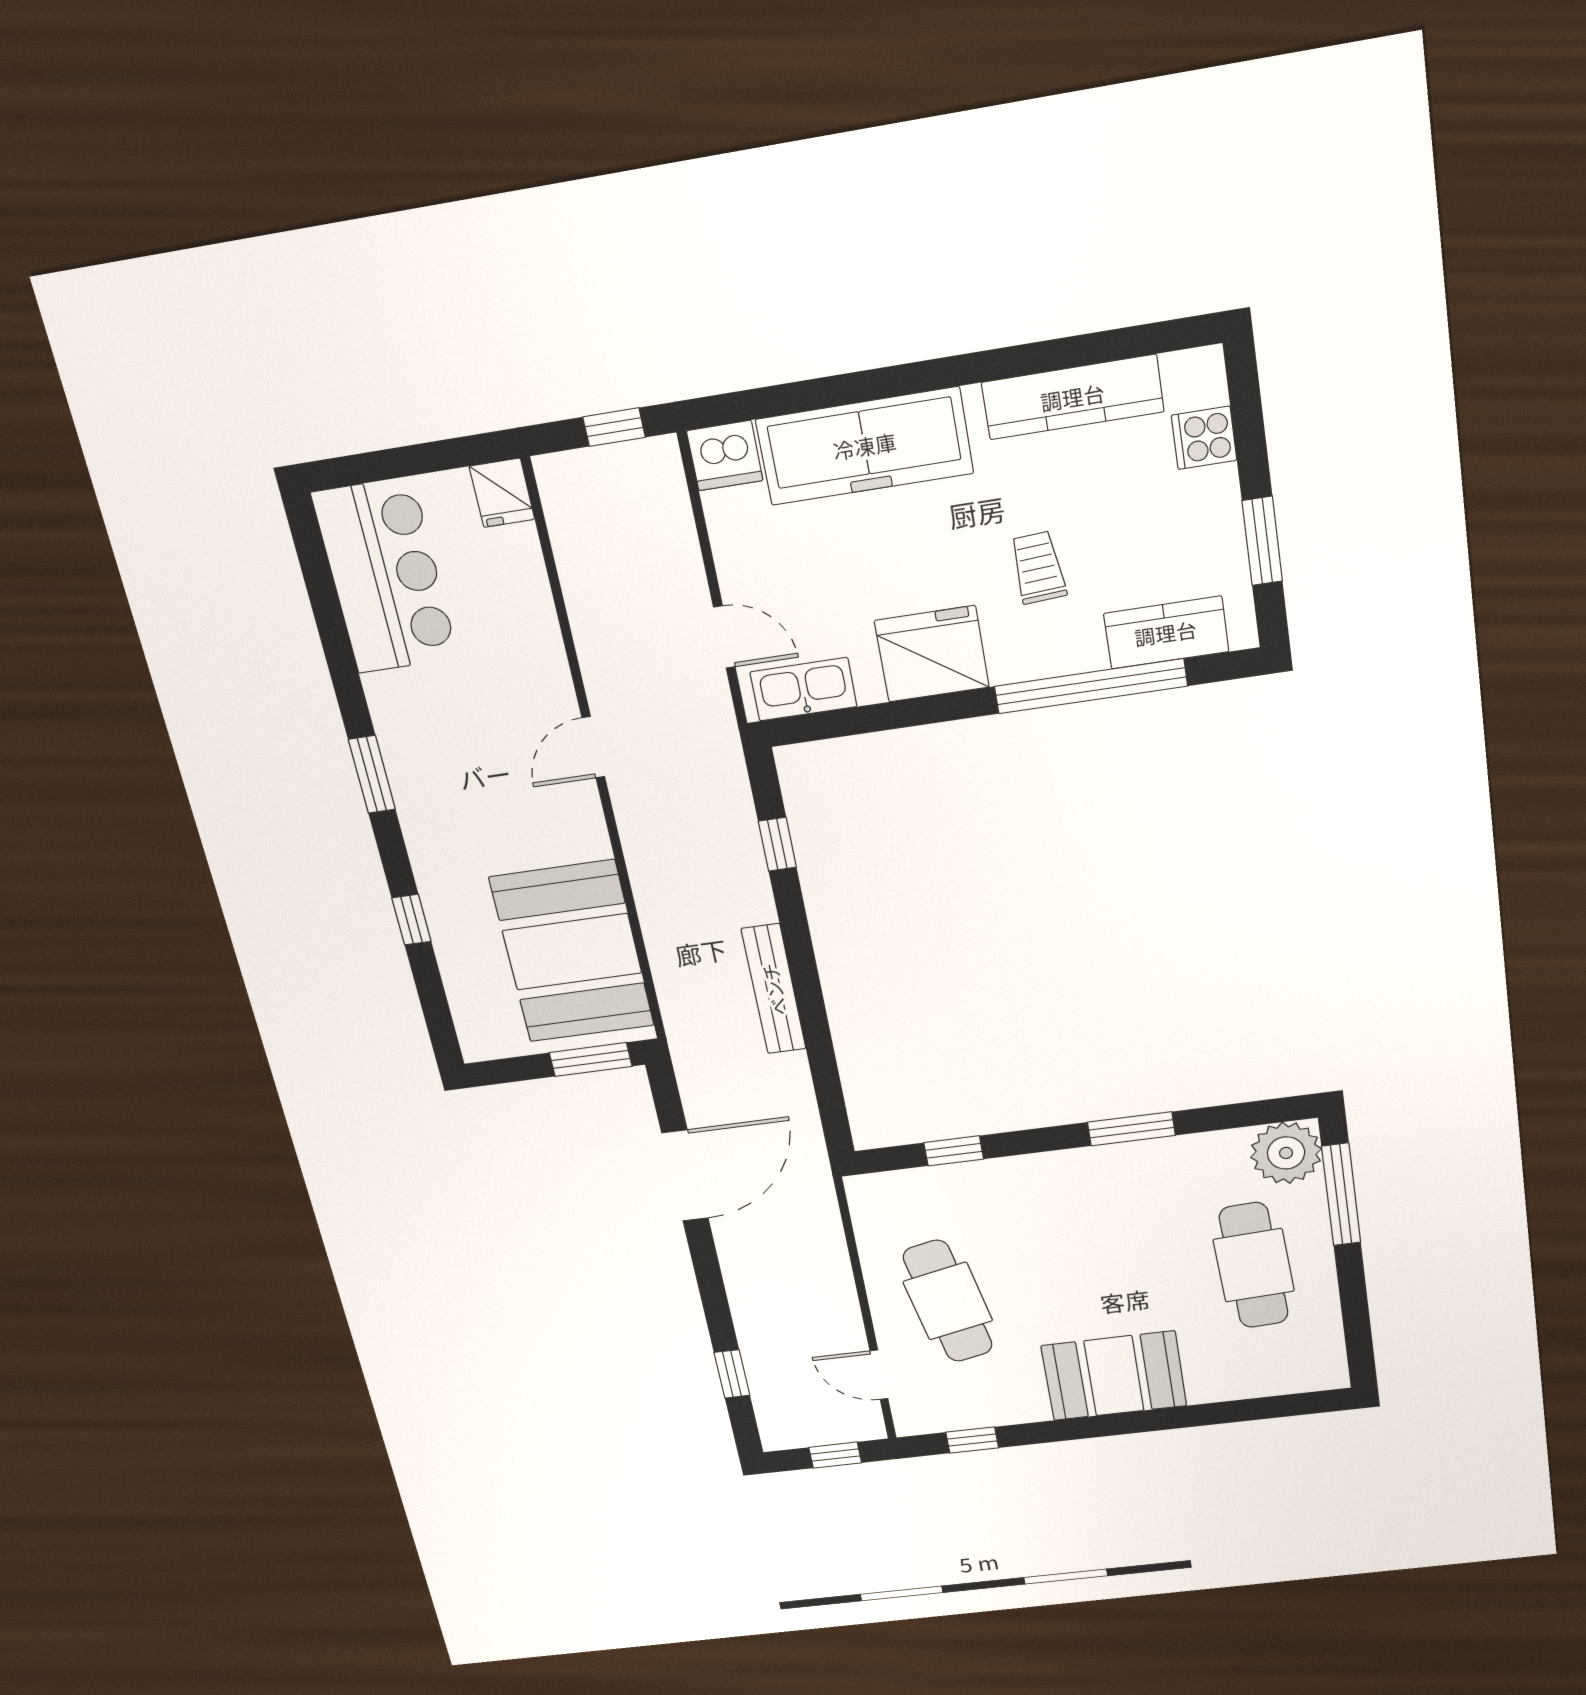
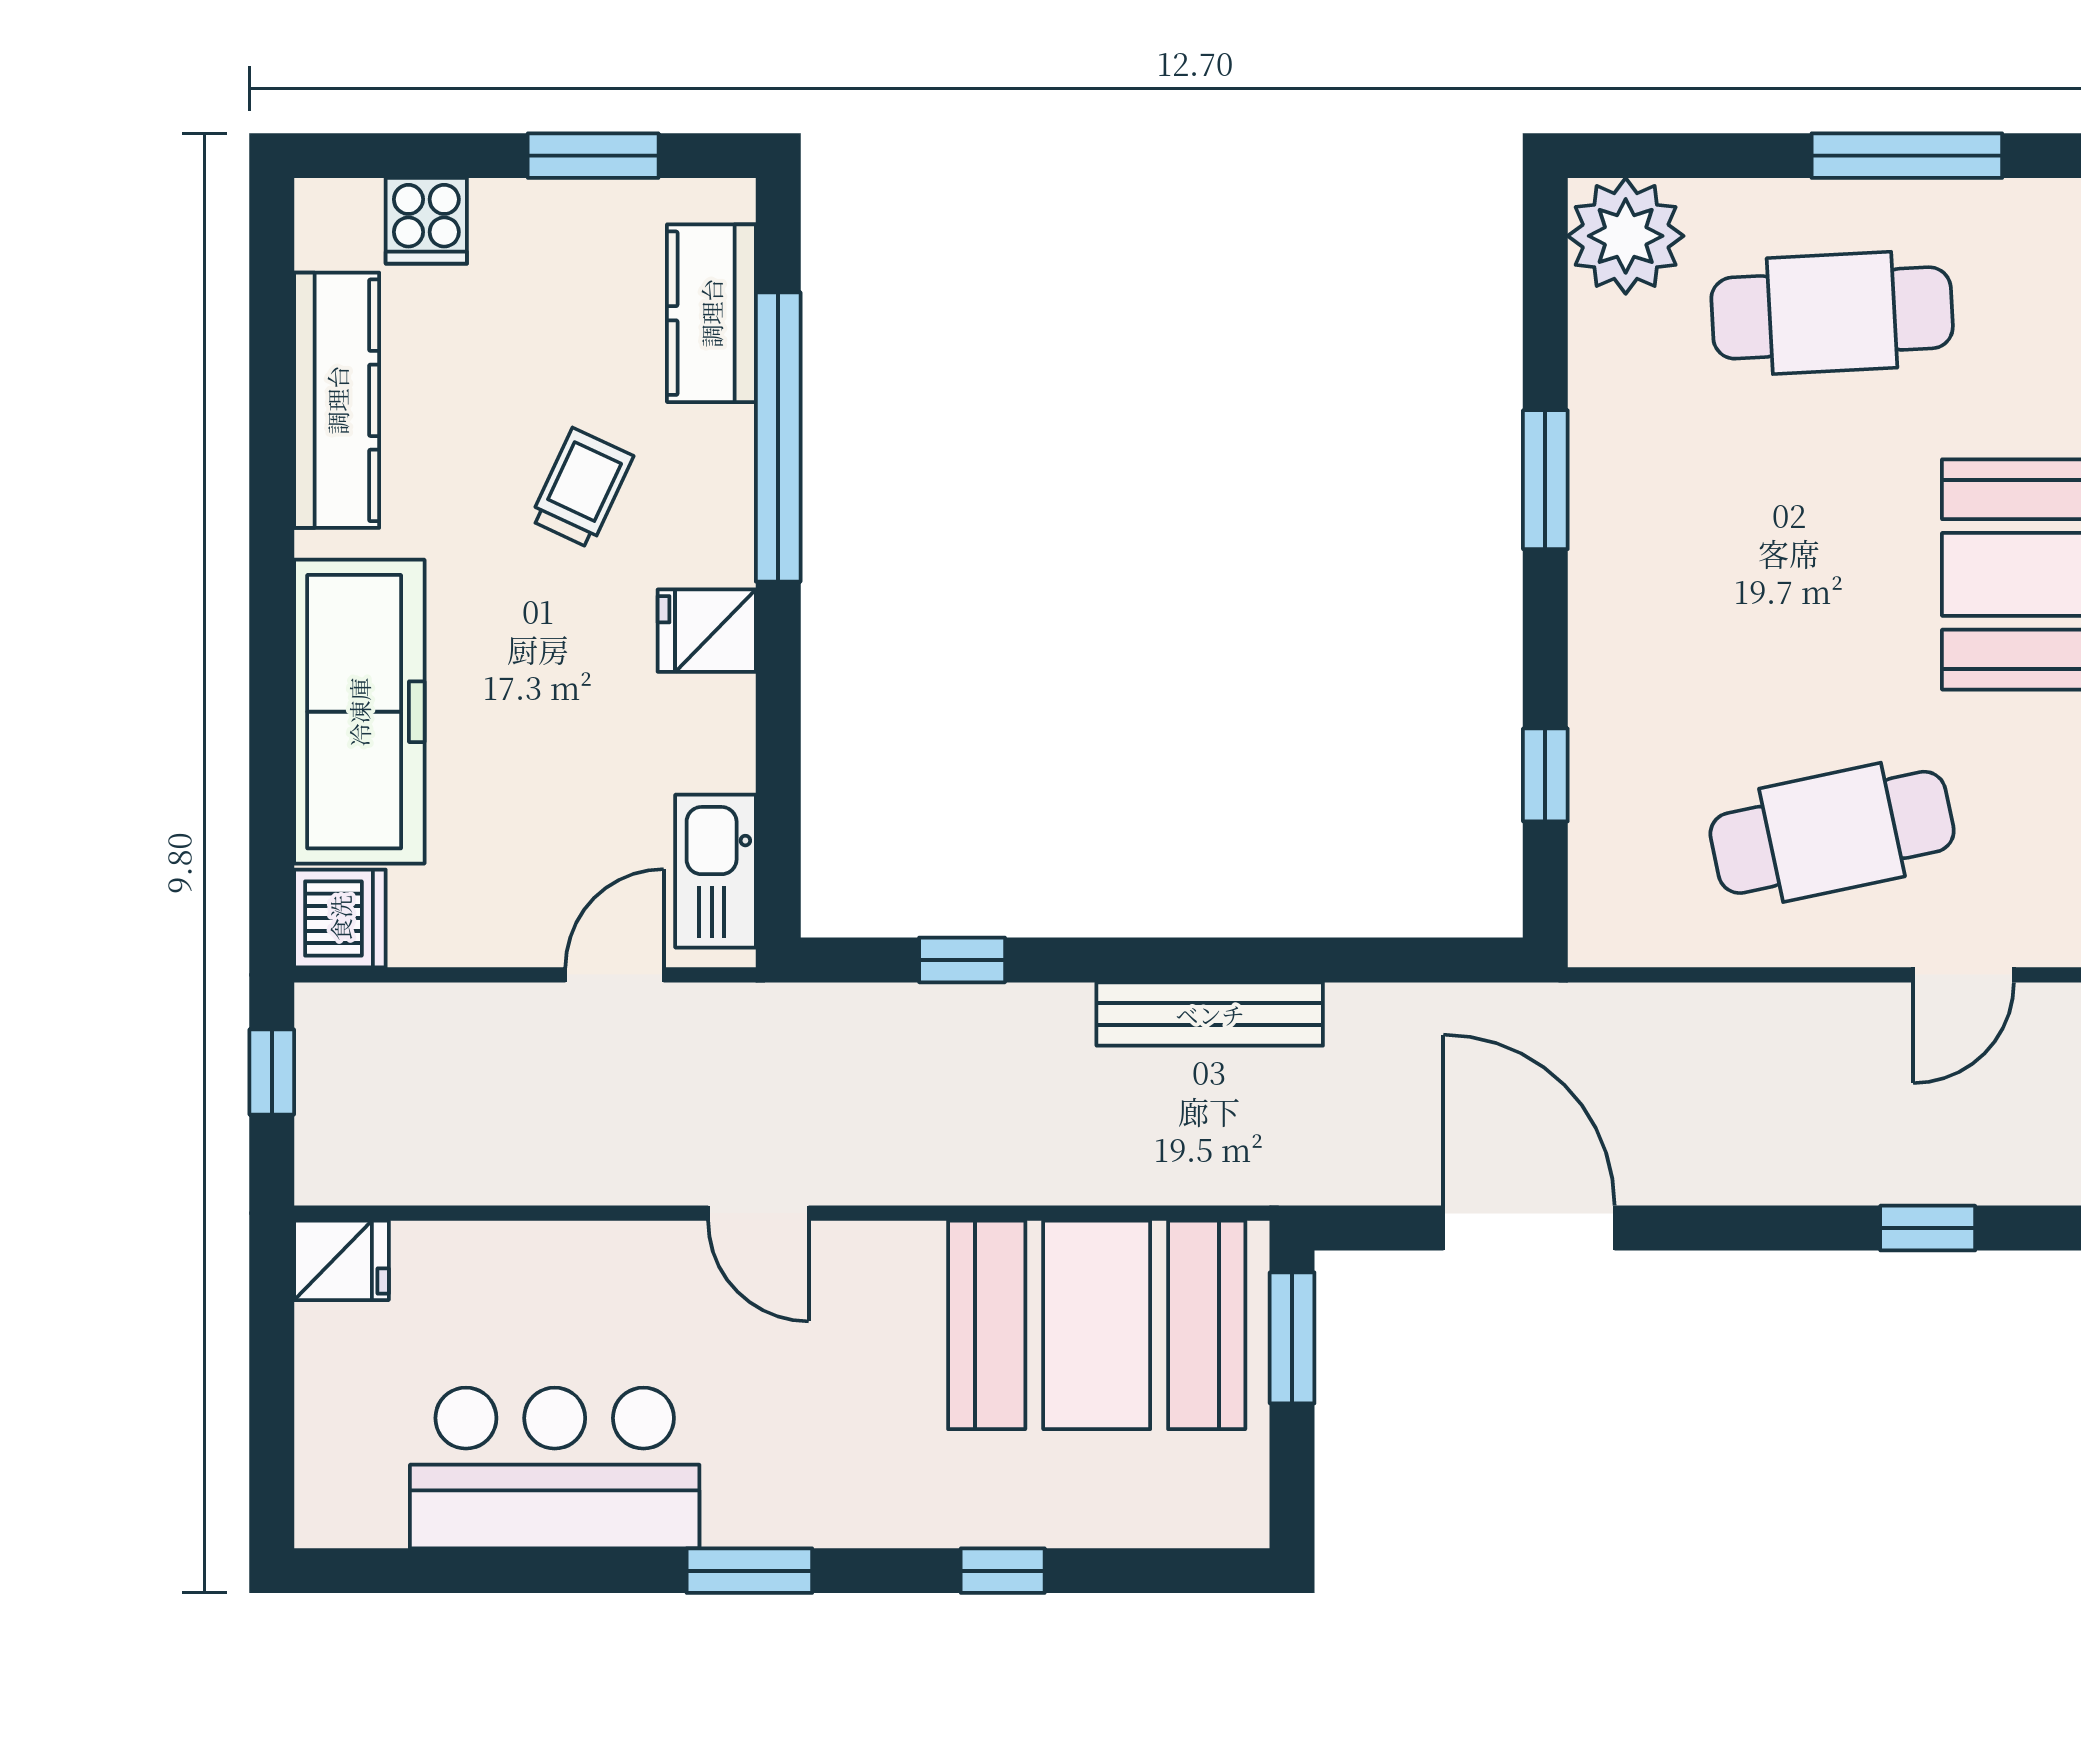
trolley: (1038, 568) -> (582, 488), turned 119
bar counter: (385, 576) -> (555, 1468), moved
fridge: (932, 654) -> (707, 631), width x0.53, depth x0.75
window: (1341, 1194) -> (1907, 156), moved

